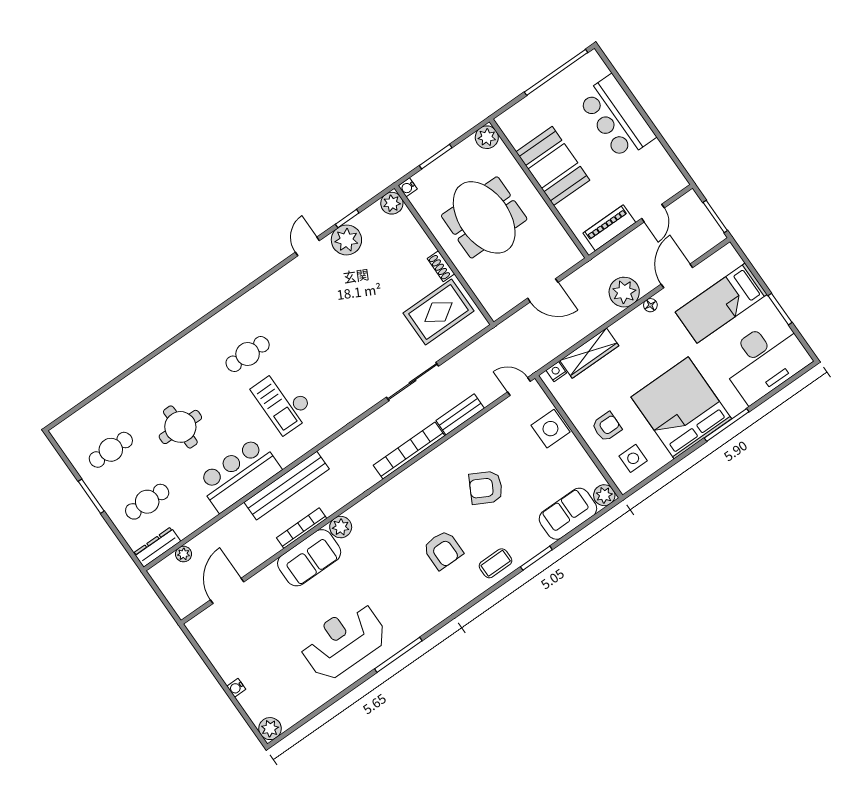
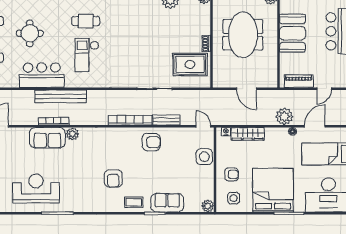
armchair: (486, 488) -> (151, 142), moved, turned 152
sofa: (568, 514) -> (167, 203), moved

